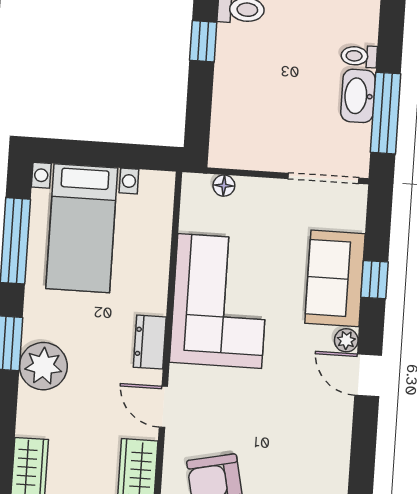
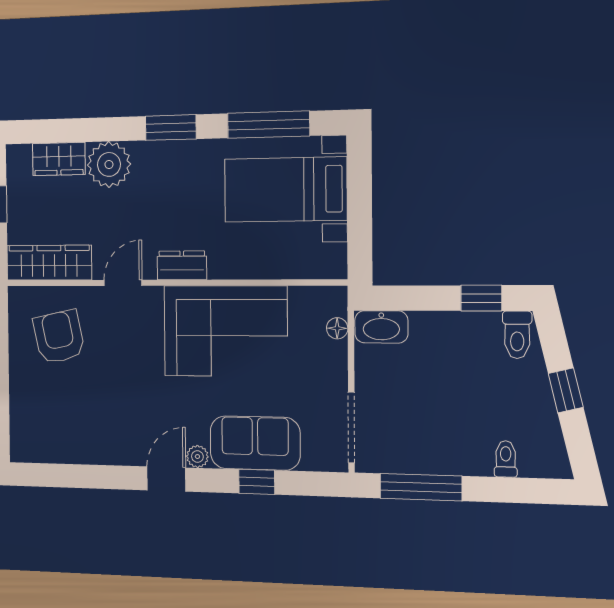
toilet: (359, 56) -> (506, 459), moved
washbasin: (358, 96) -> (381, 327), moved, turned 180
plant: (43, 366) -> (109, 164), moved

